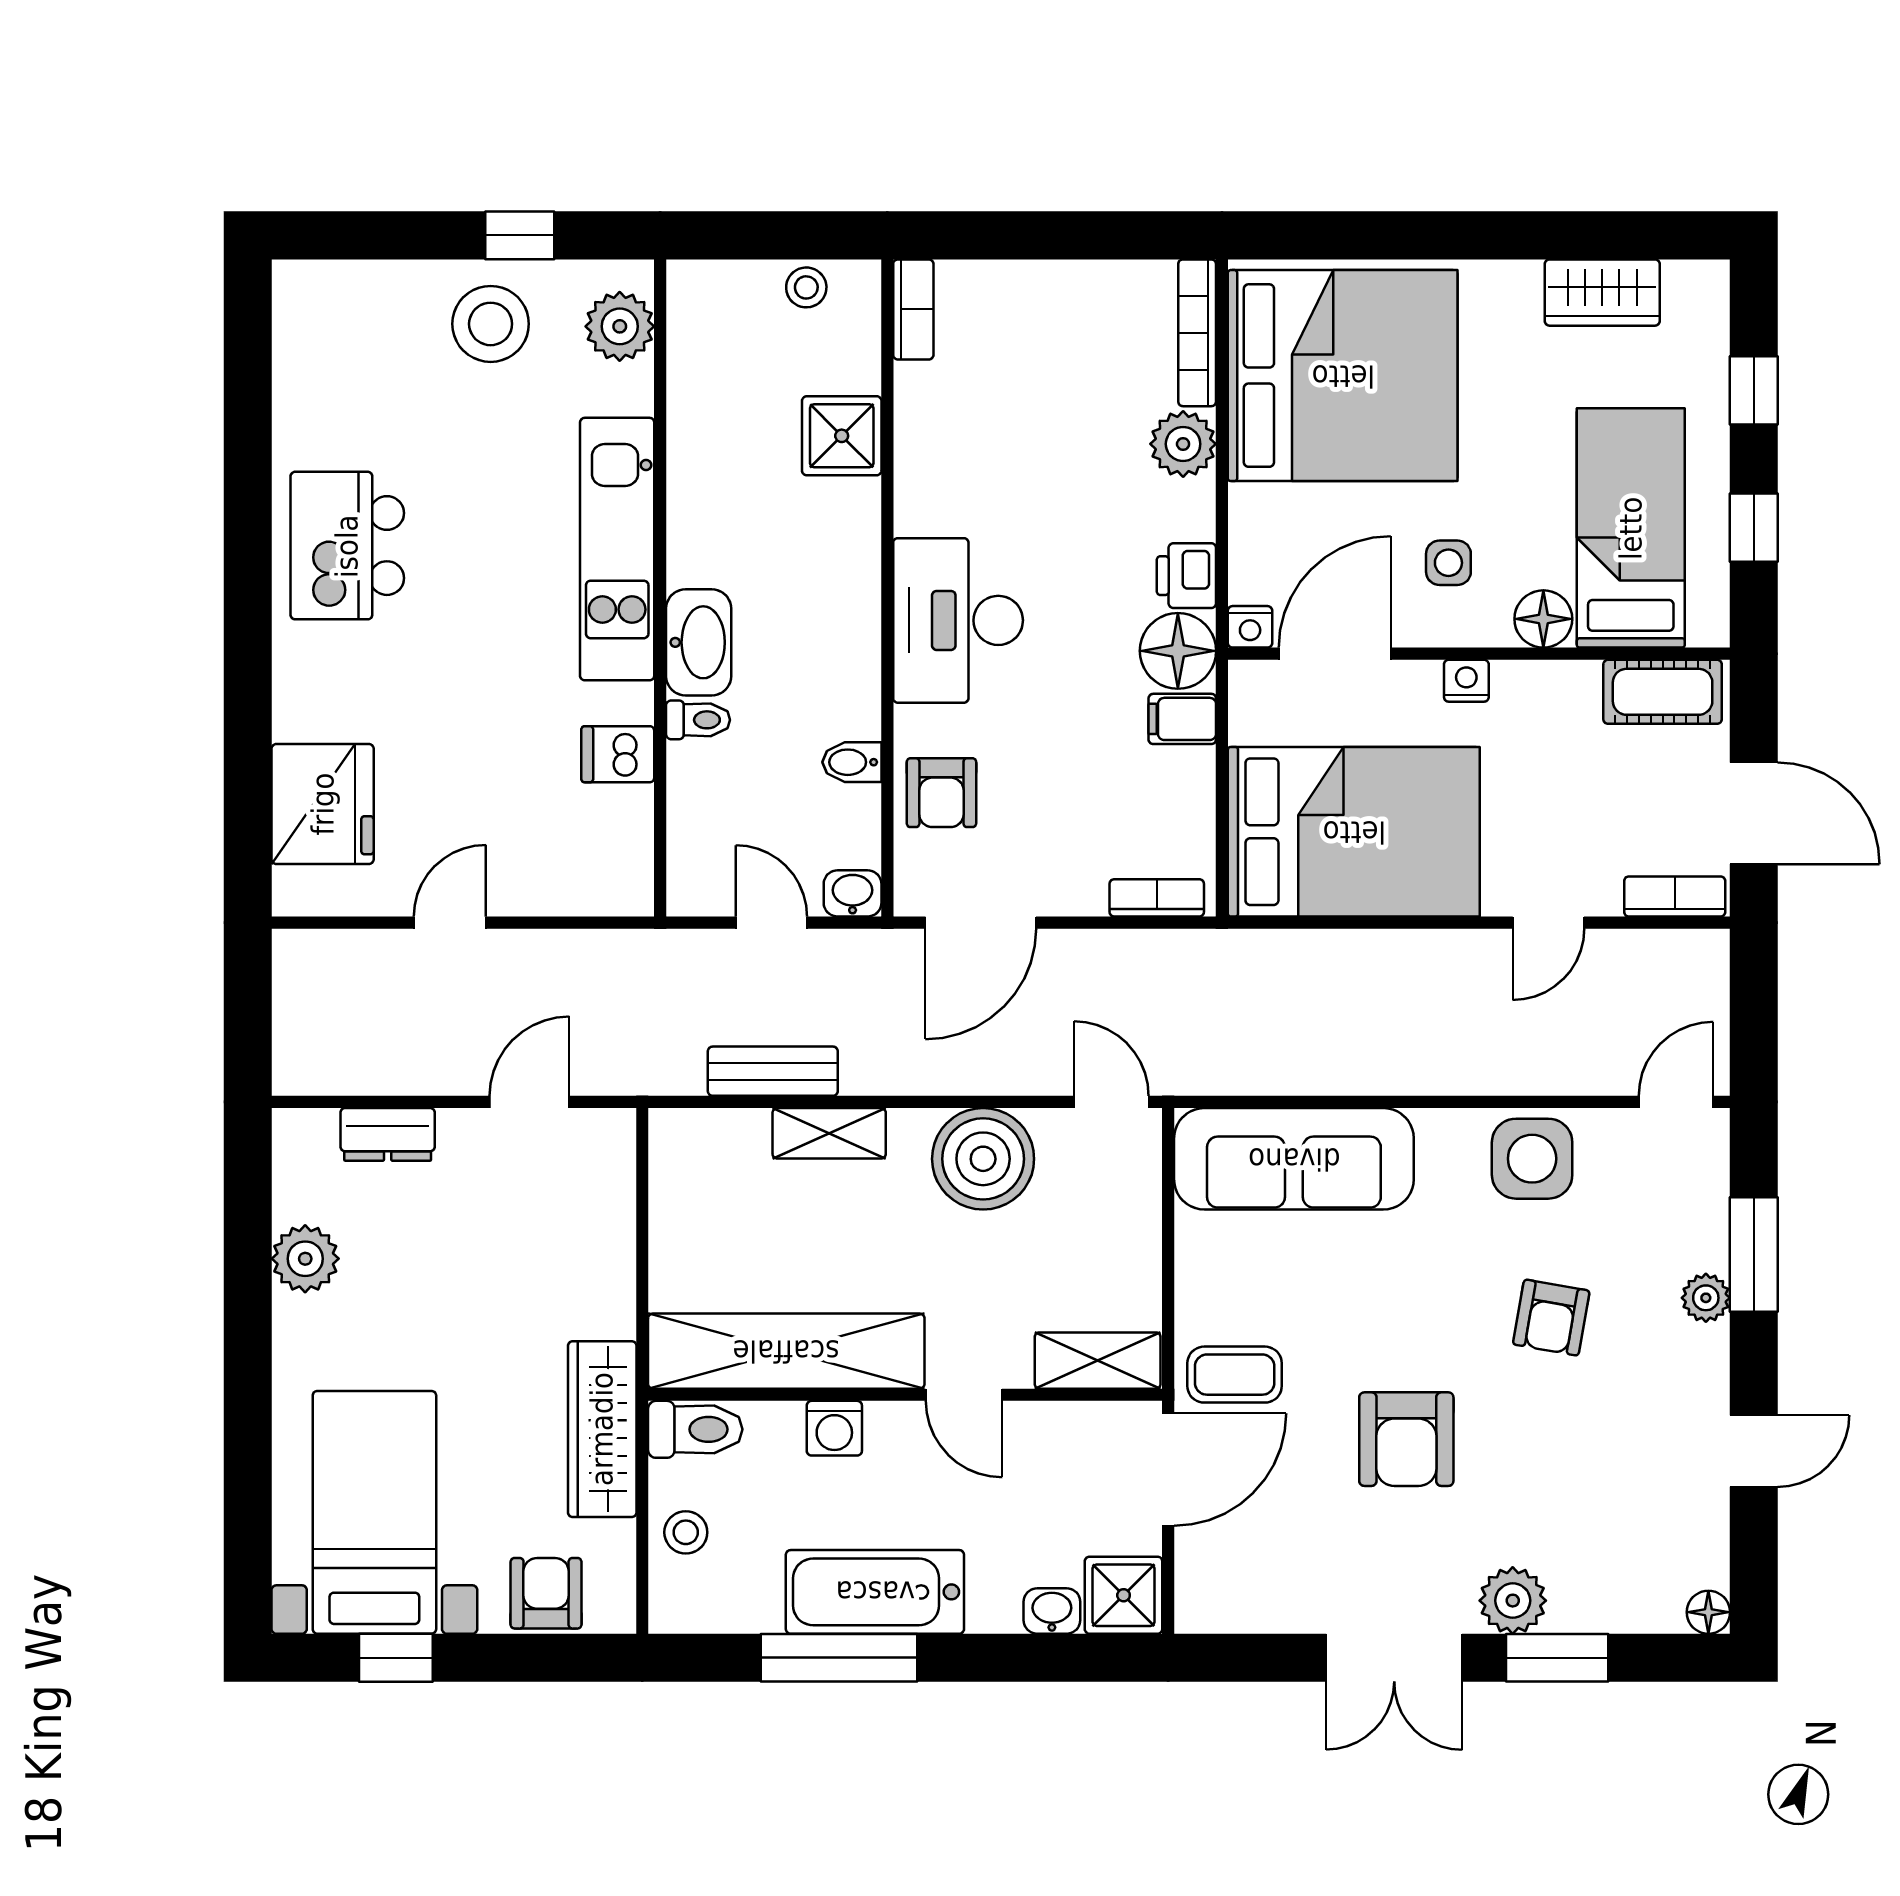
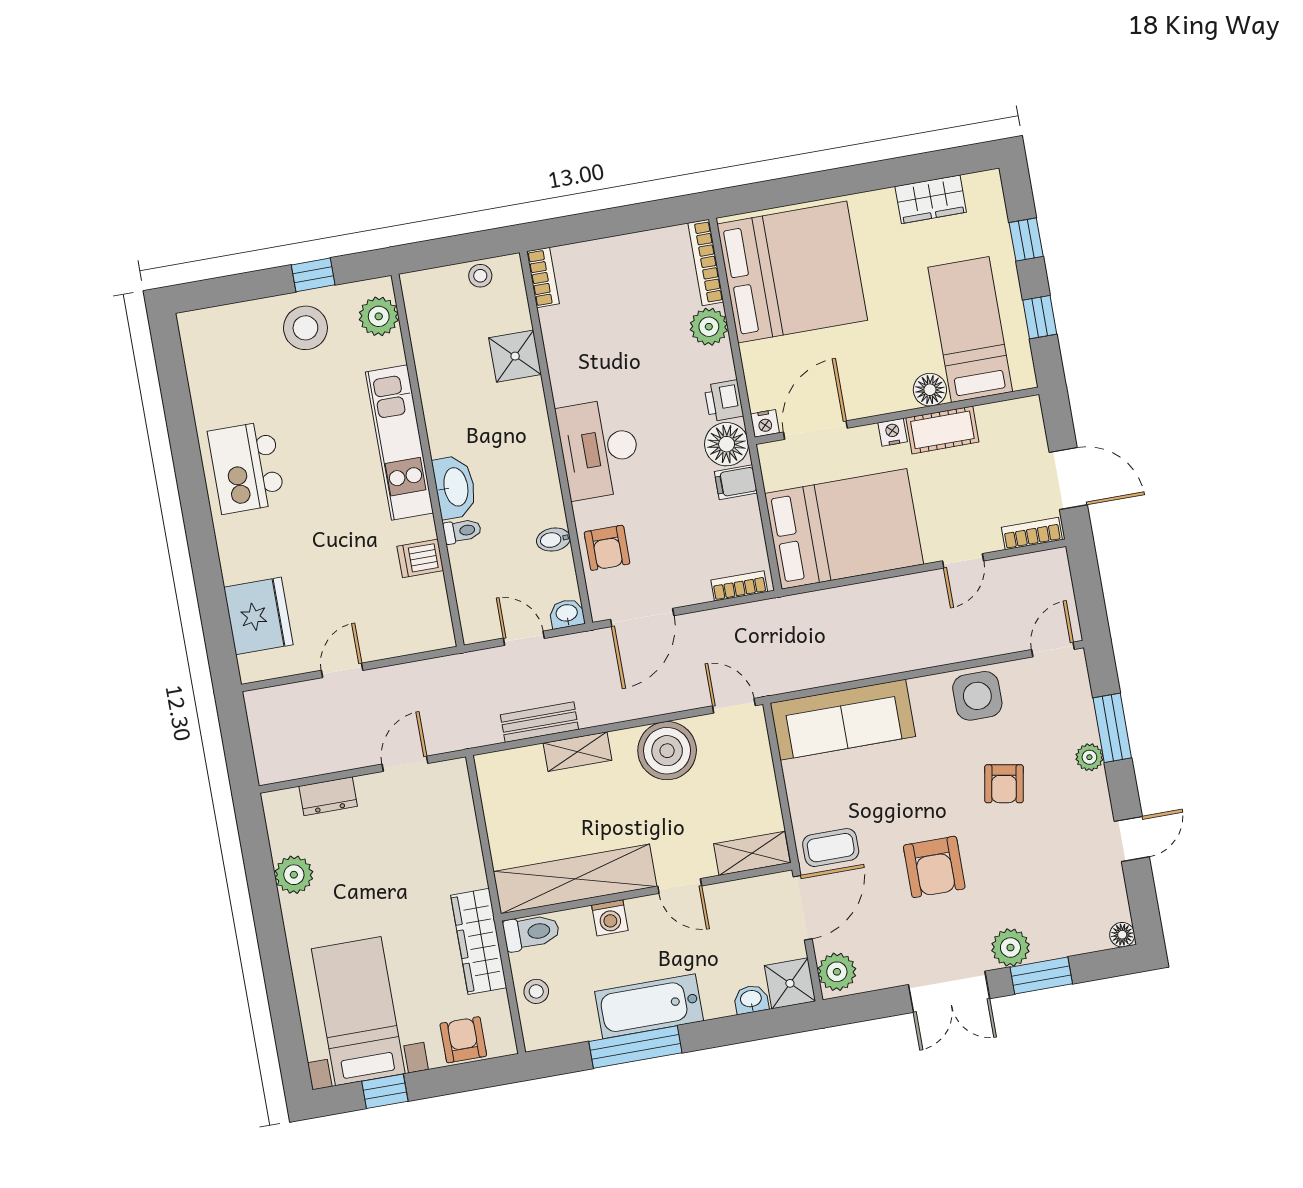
side table: (1448, 563) -> (871, 367), removed
cot: (1663, 692) -> (942, 430), moved
plant: (1208, 1590) -> (837, 972), added

